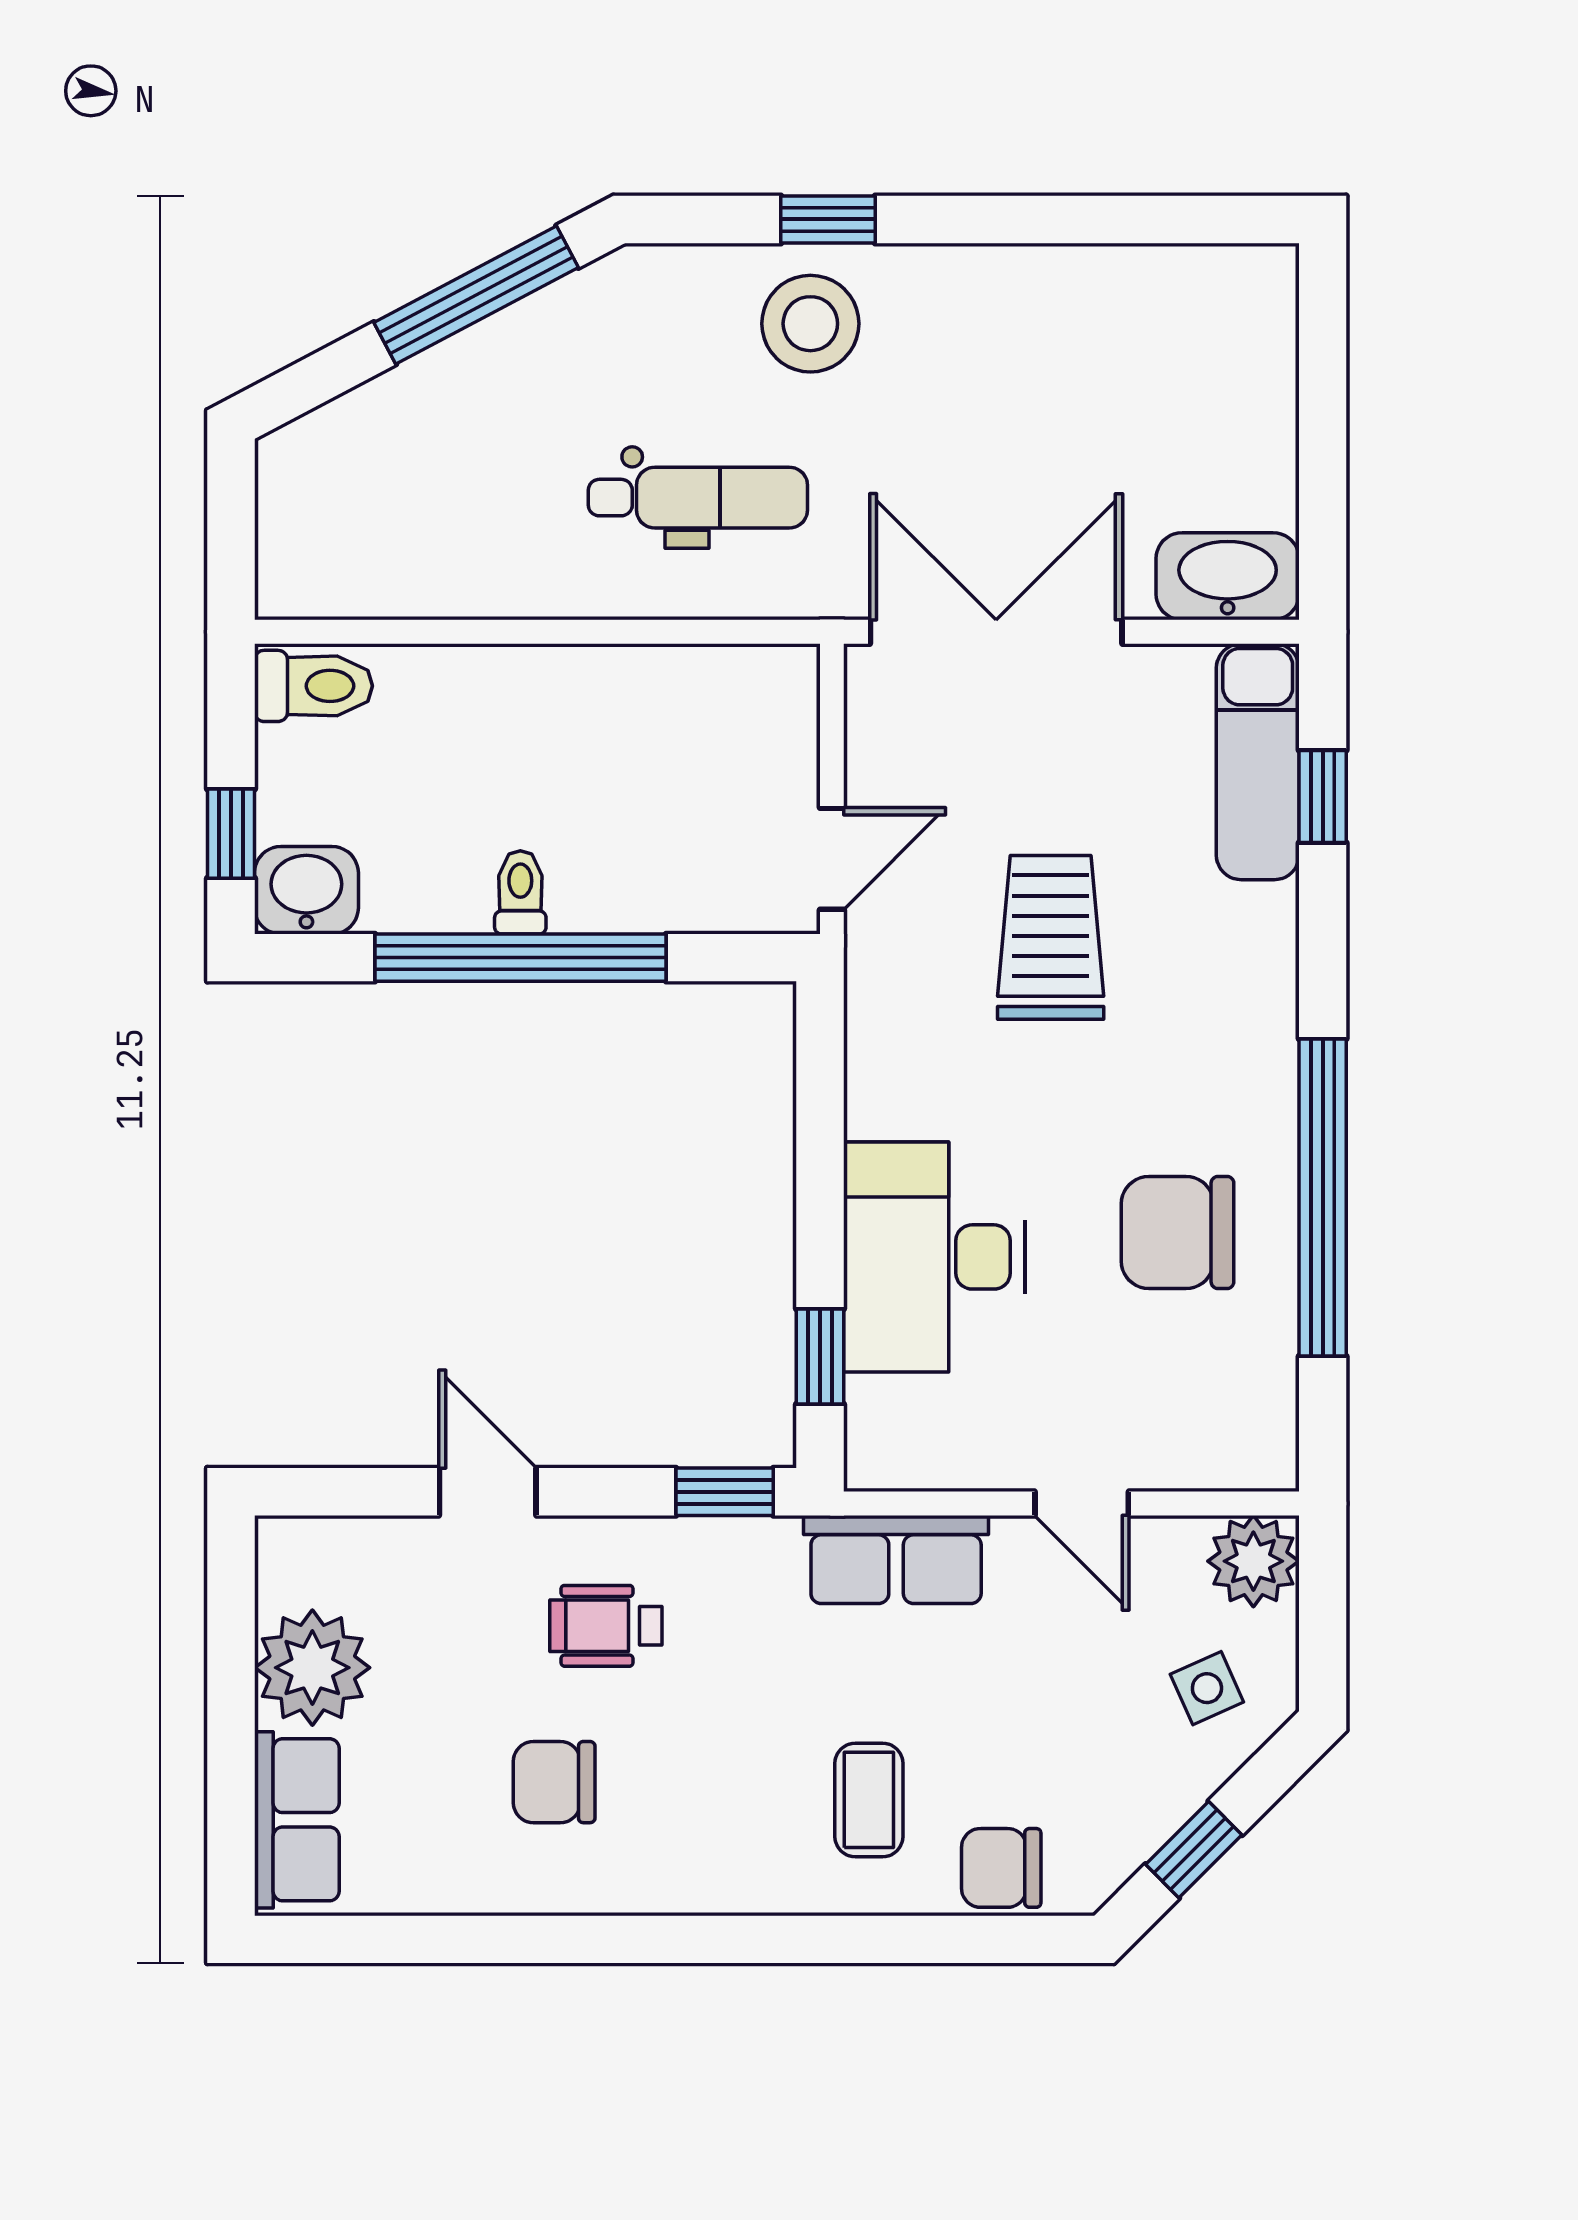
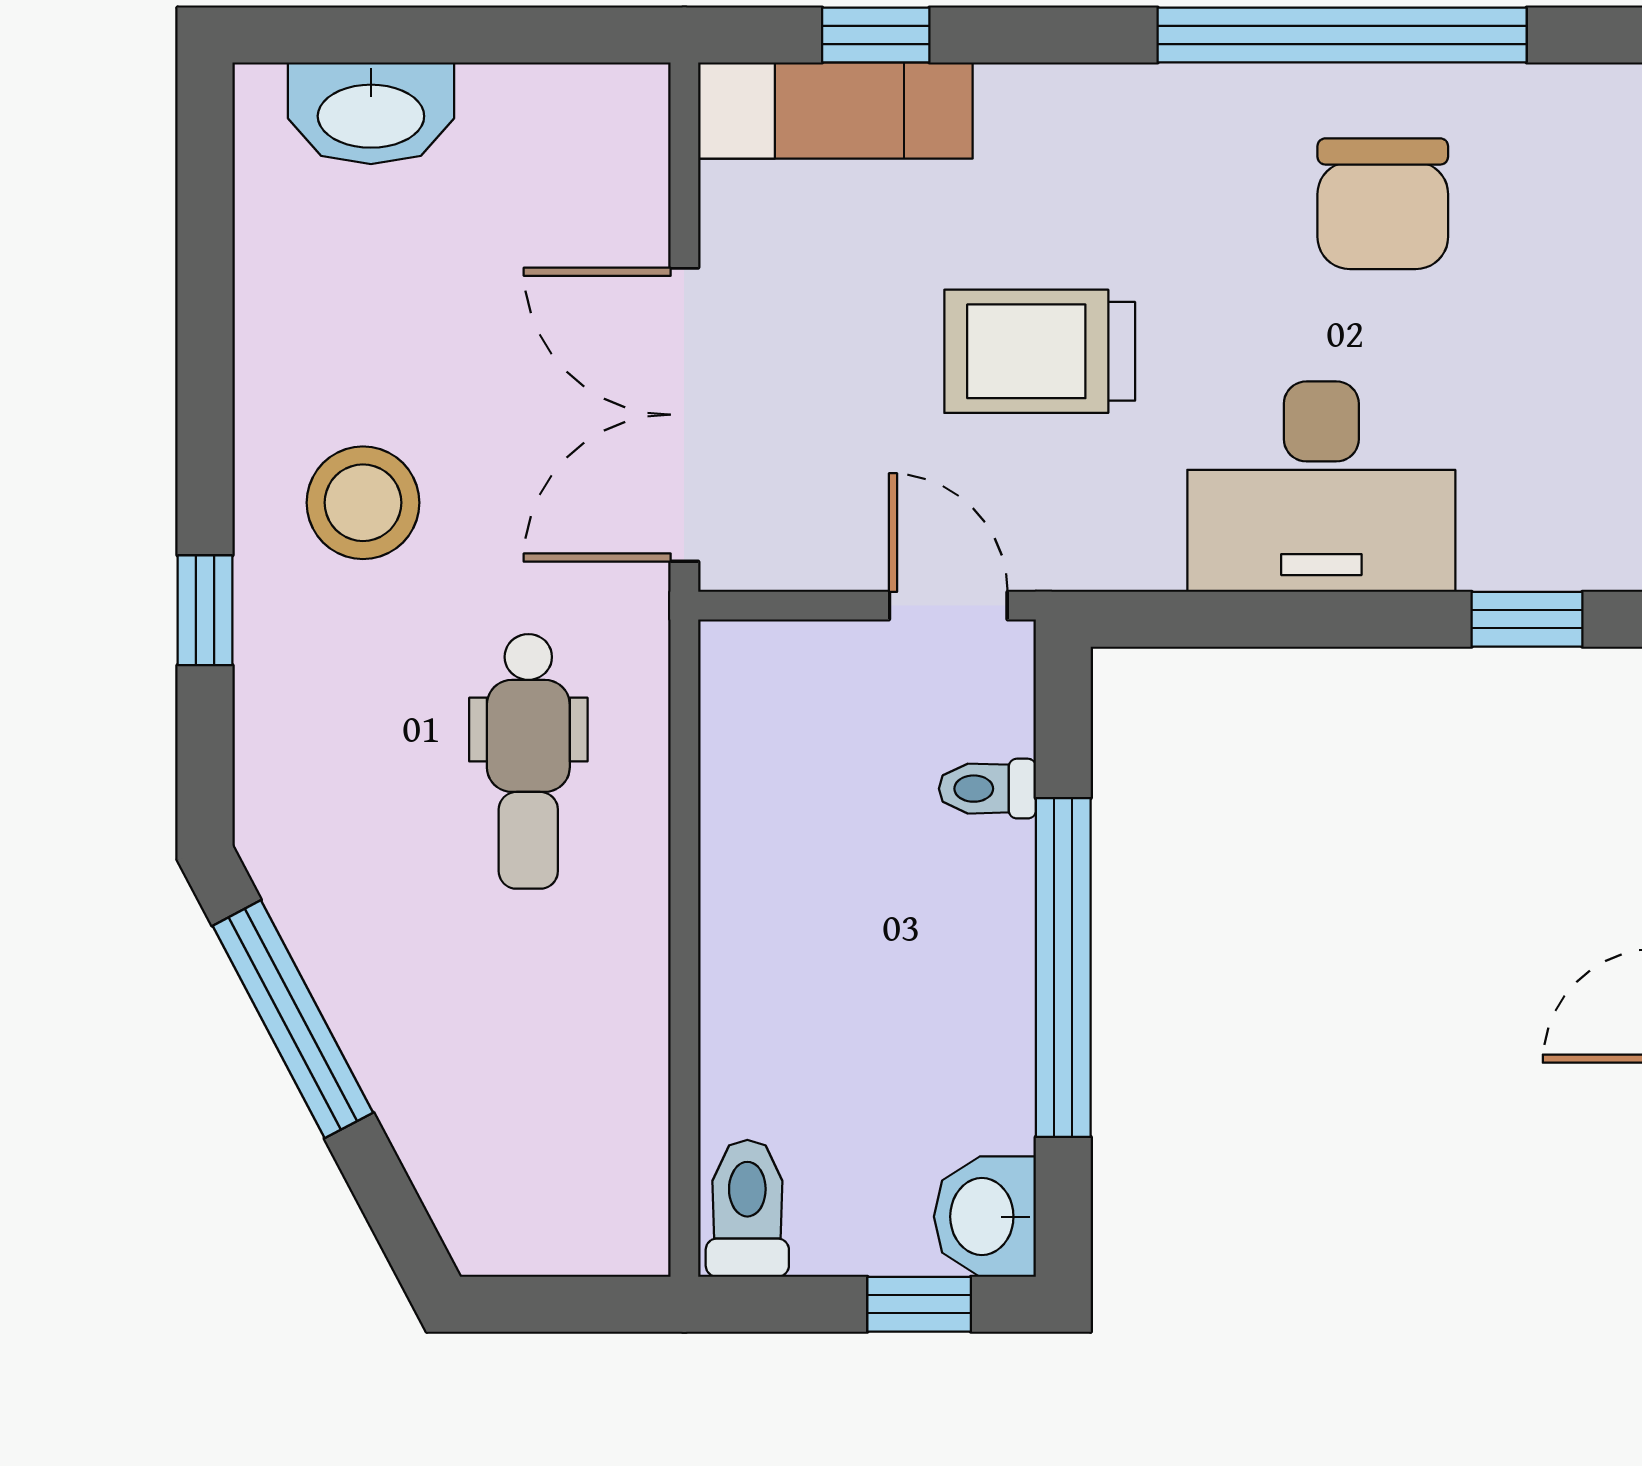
stool: (810, 324) -> (363, 503), moved
dental chair: (698, 498) -> (528, 761), turned 180
washbasin: (1228, 576) -> (371, 113), moved, turned -90
toilet: (520, 892) -> (987, 789), moved
desk: (934, 1257) -> (1321, 487), moved

